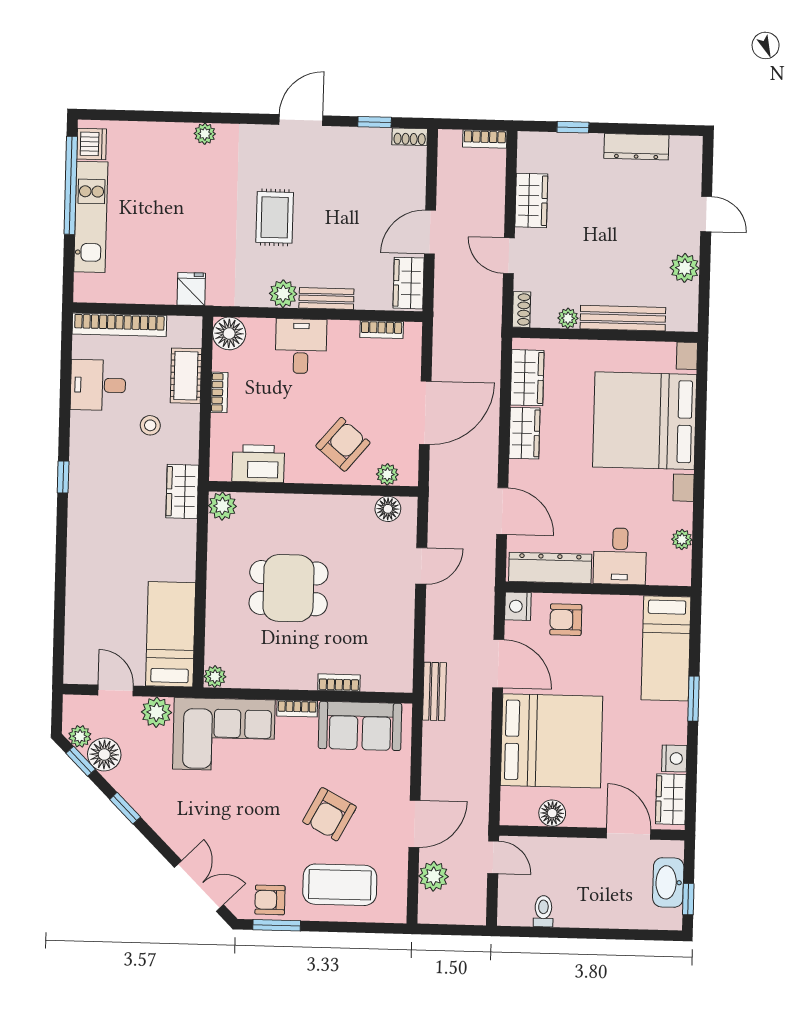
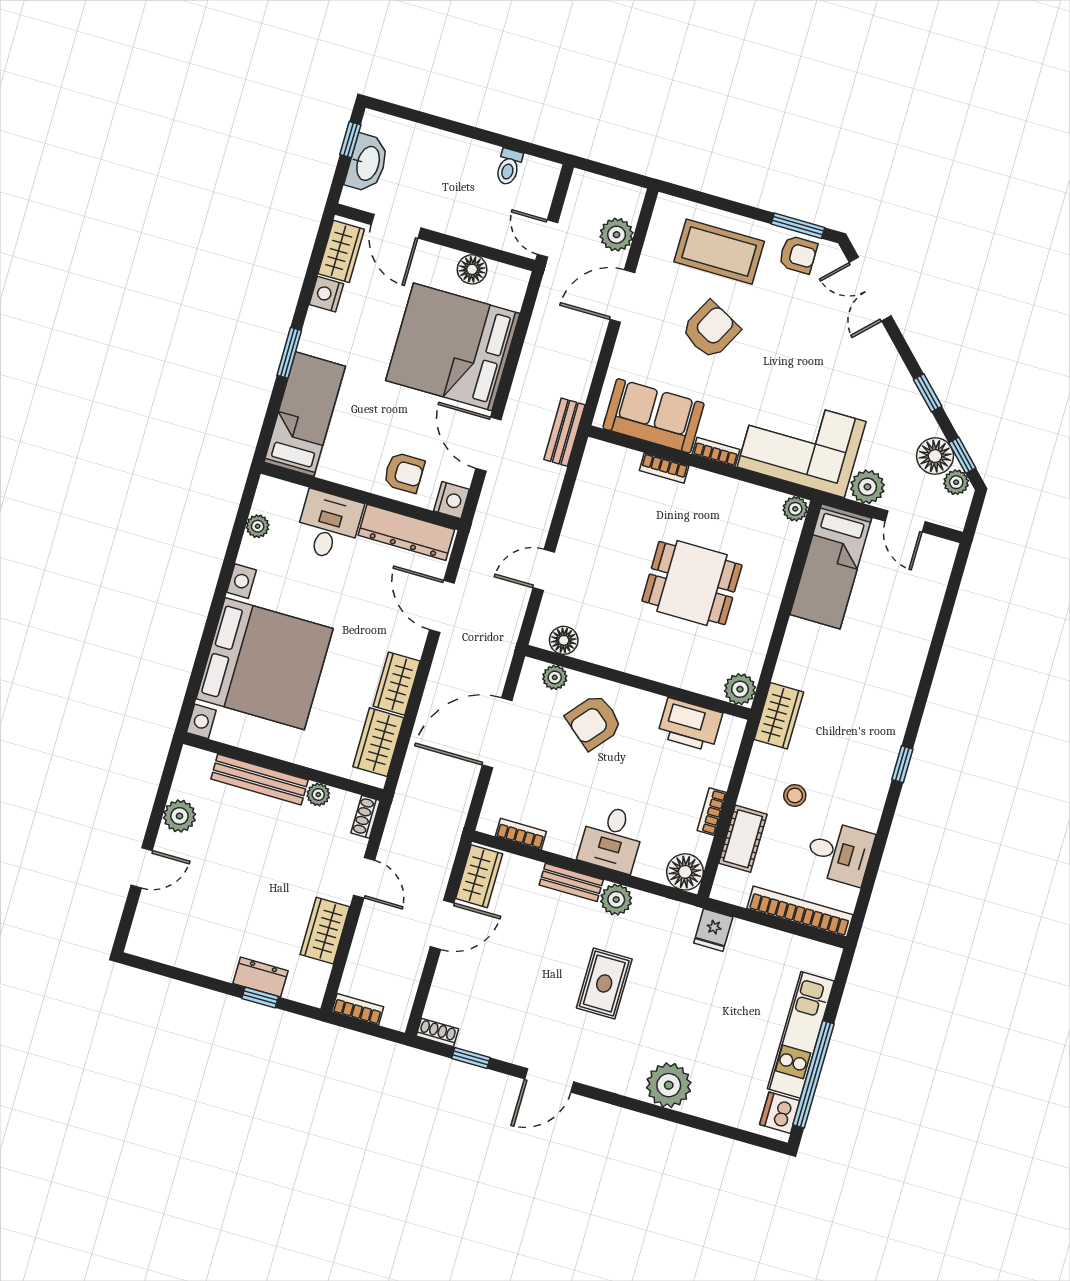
plant: (205, 134) -> (669, 1085), width x1.88, depth x1.88
dresser: (636, 147) -> (261, 977), moved, width x0.70
door: (706, 214) -> (142, 868), swing flipped

